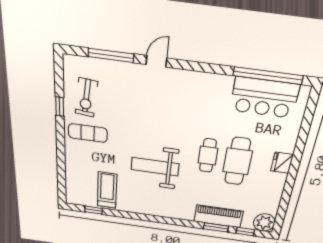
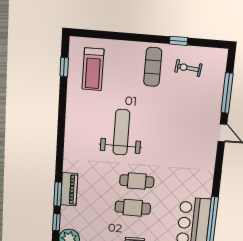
exercise bike: (86, 98) -> (188, 68), width x0.73, depth x0.72
cafe table: (237, 161) -> (133, 208), width x0.73, depth x0.74
treadmill: (107, 190) -> (93, 69), moved, turned 90
piano: (218, 216) -> (69, 189), width x0.73, depth x0.75

